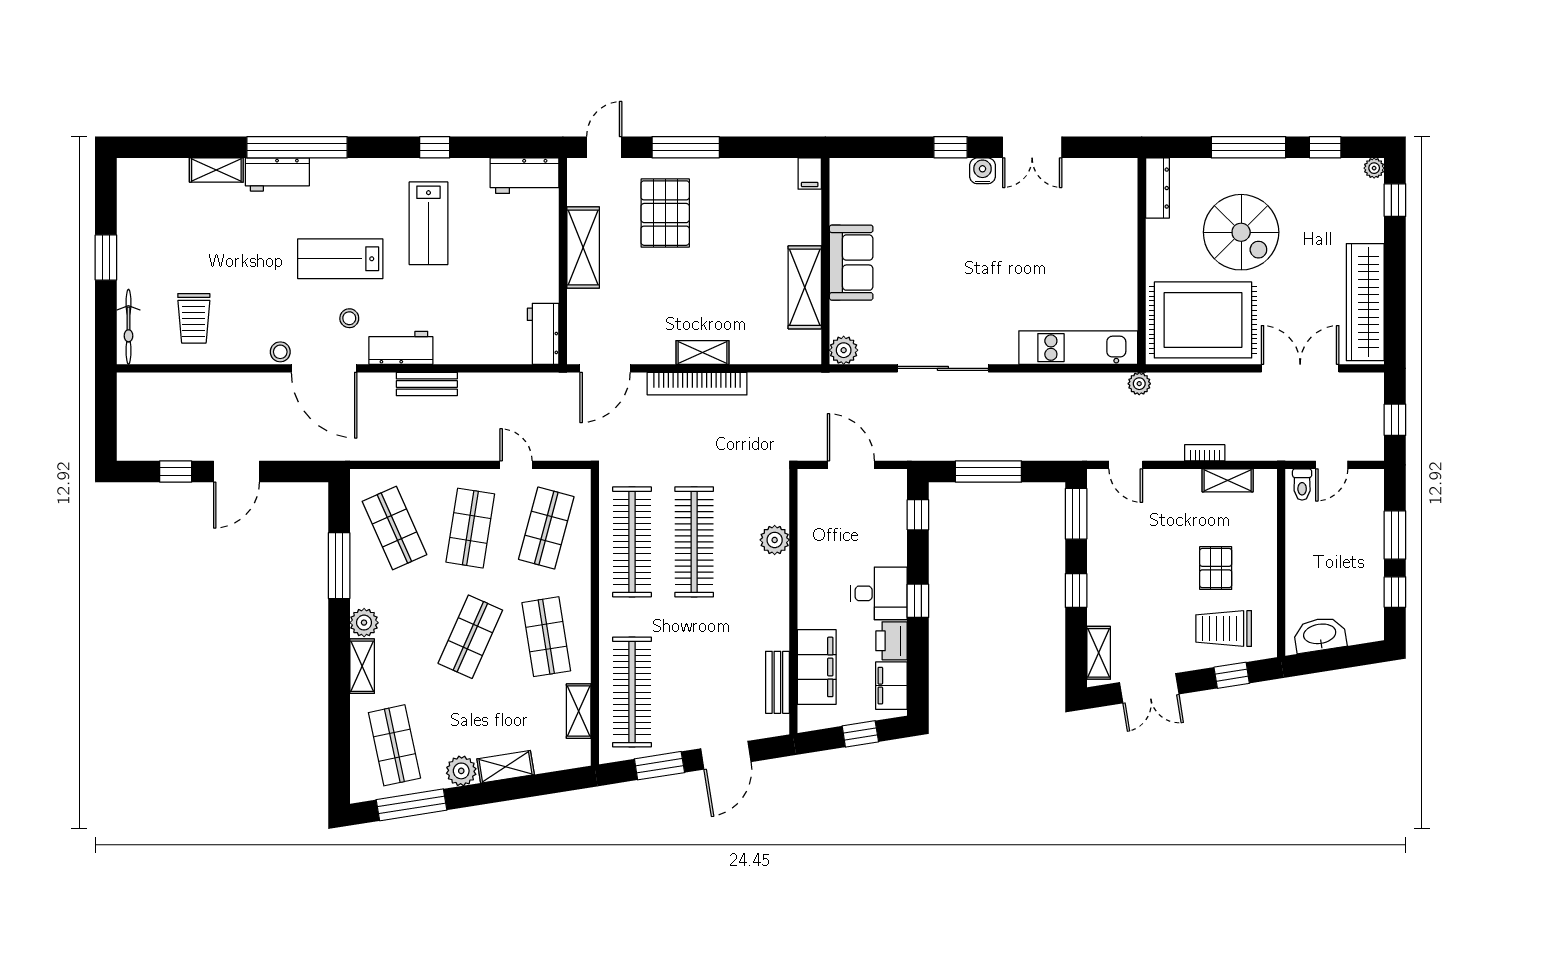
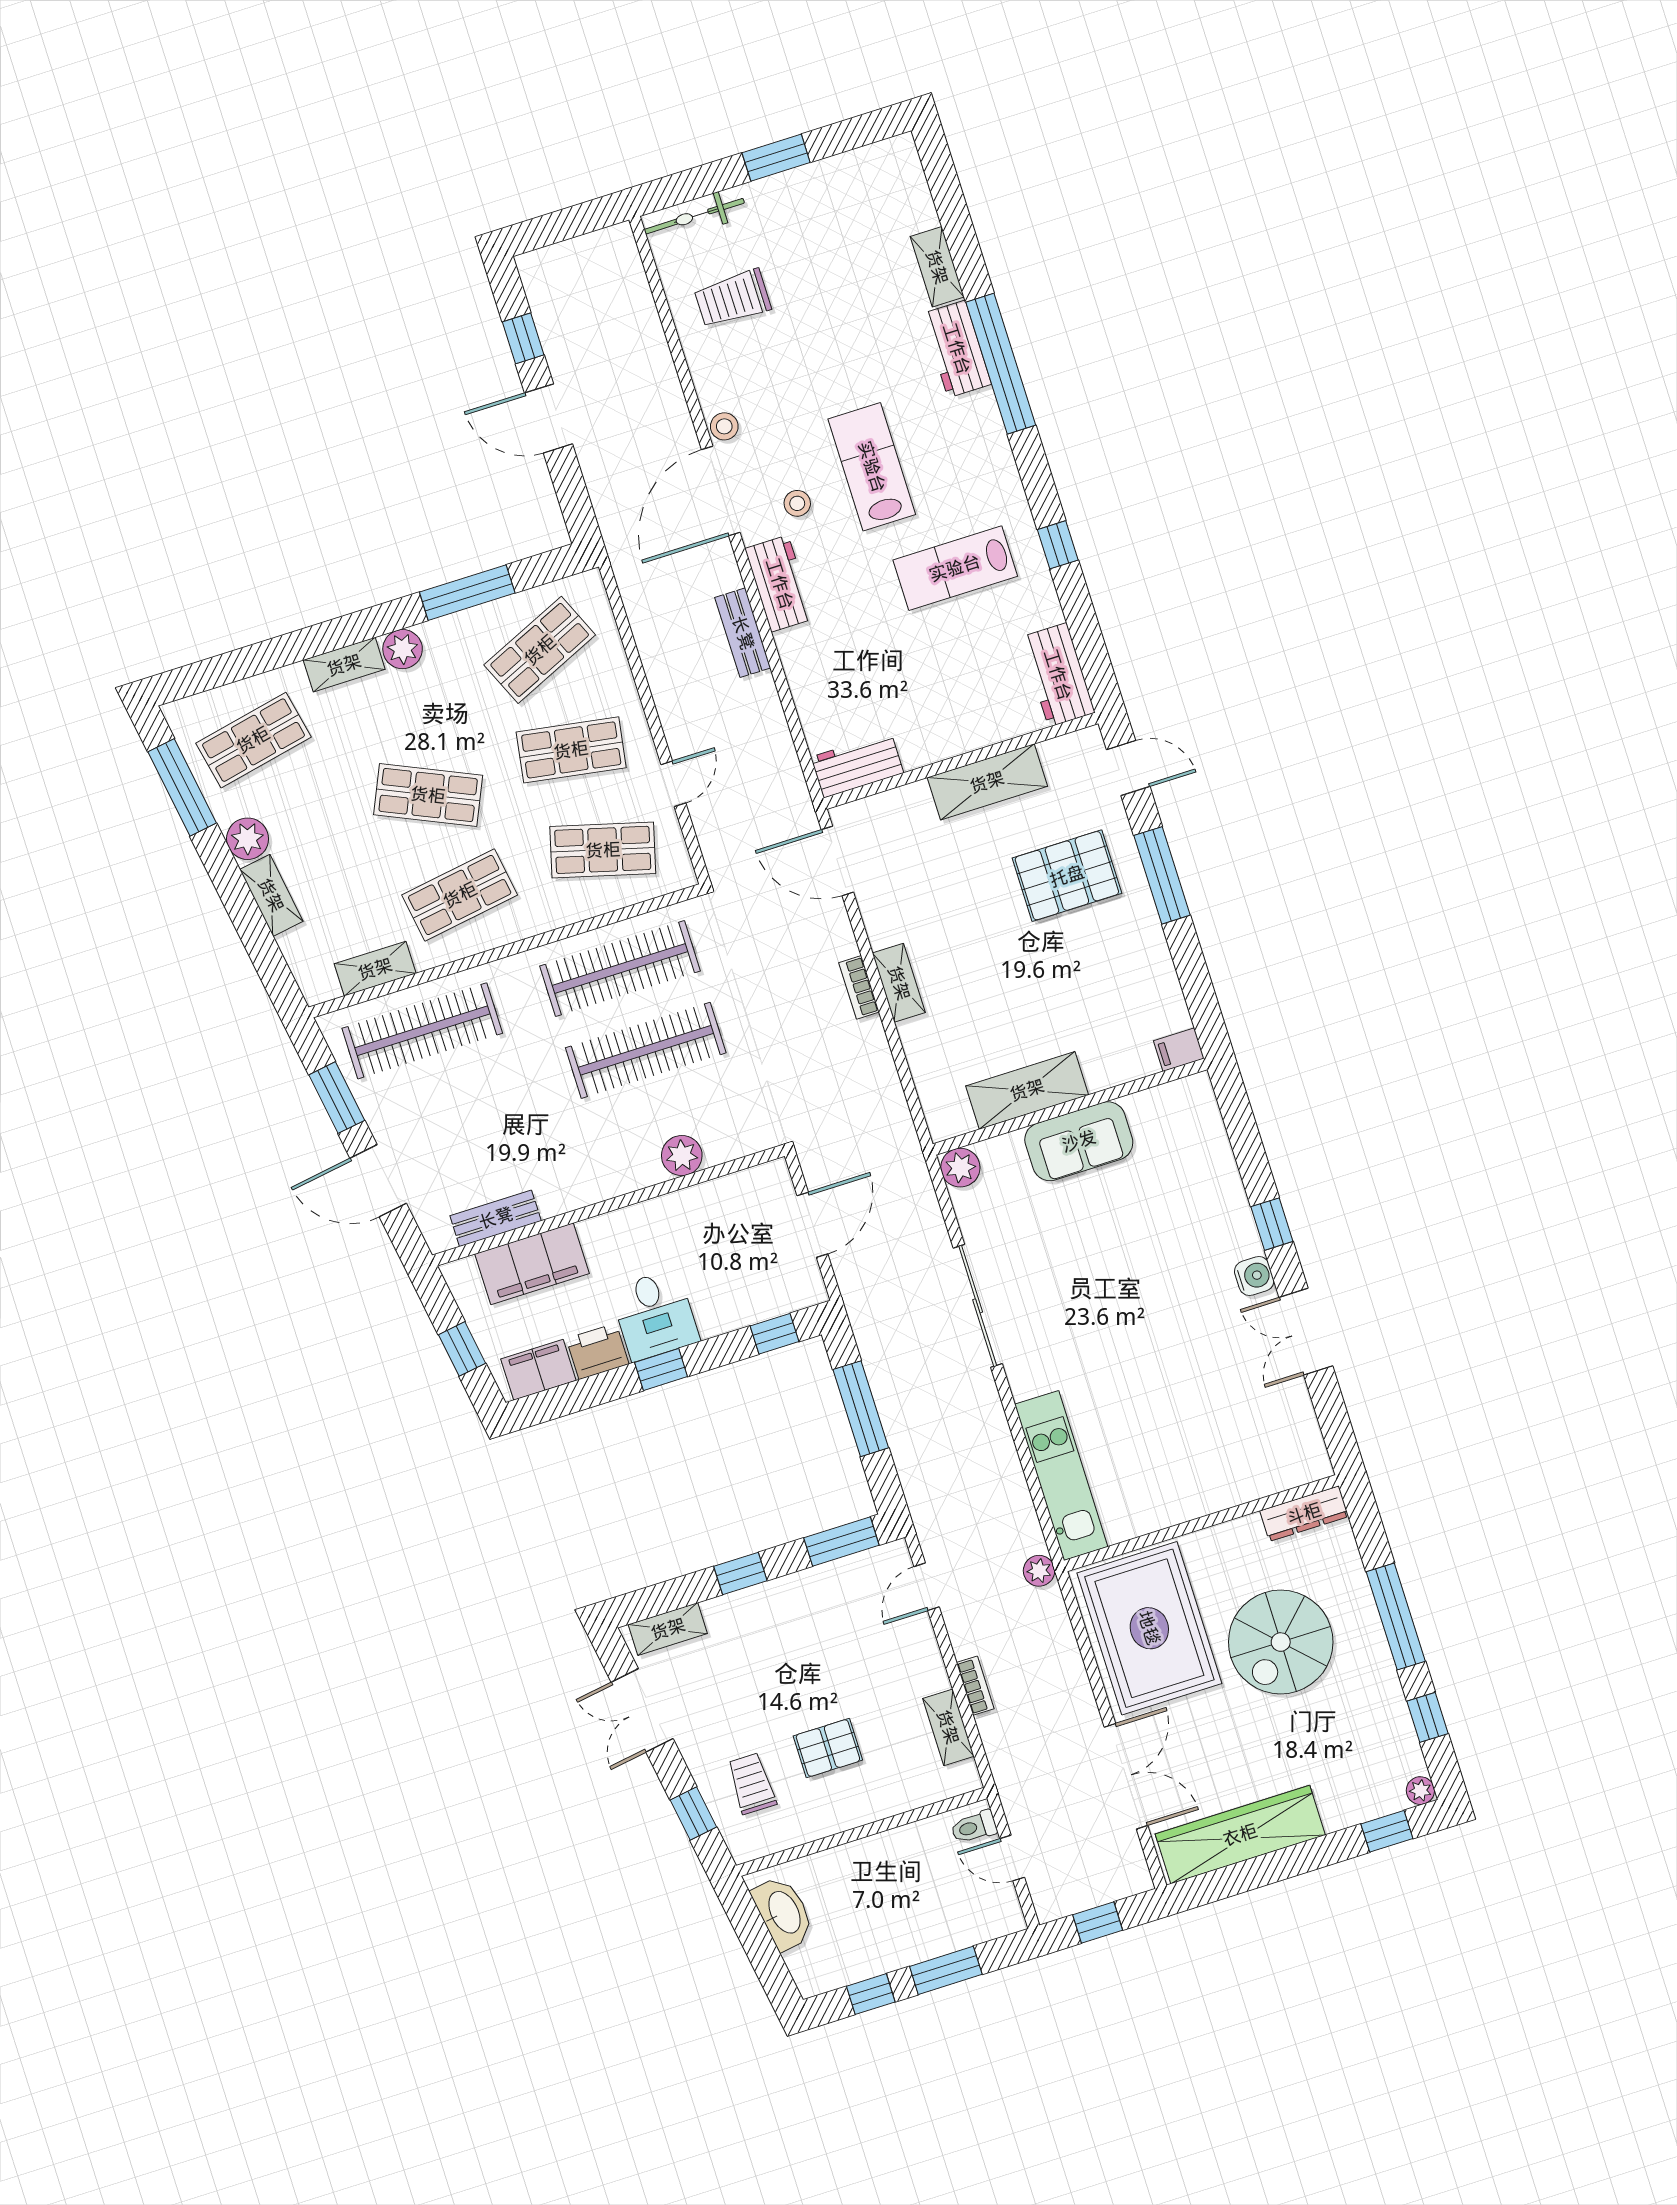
bookcase: (697, 384) -> (859, 987), width x0.43, depth x0.76
trolley: (1224, 628) -> (752, 1784), width x0.73, depth x0.72

